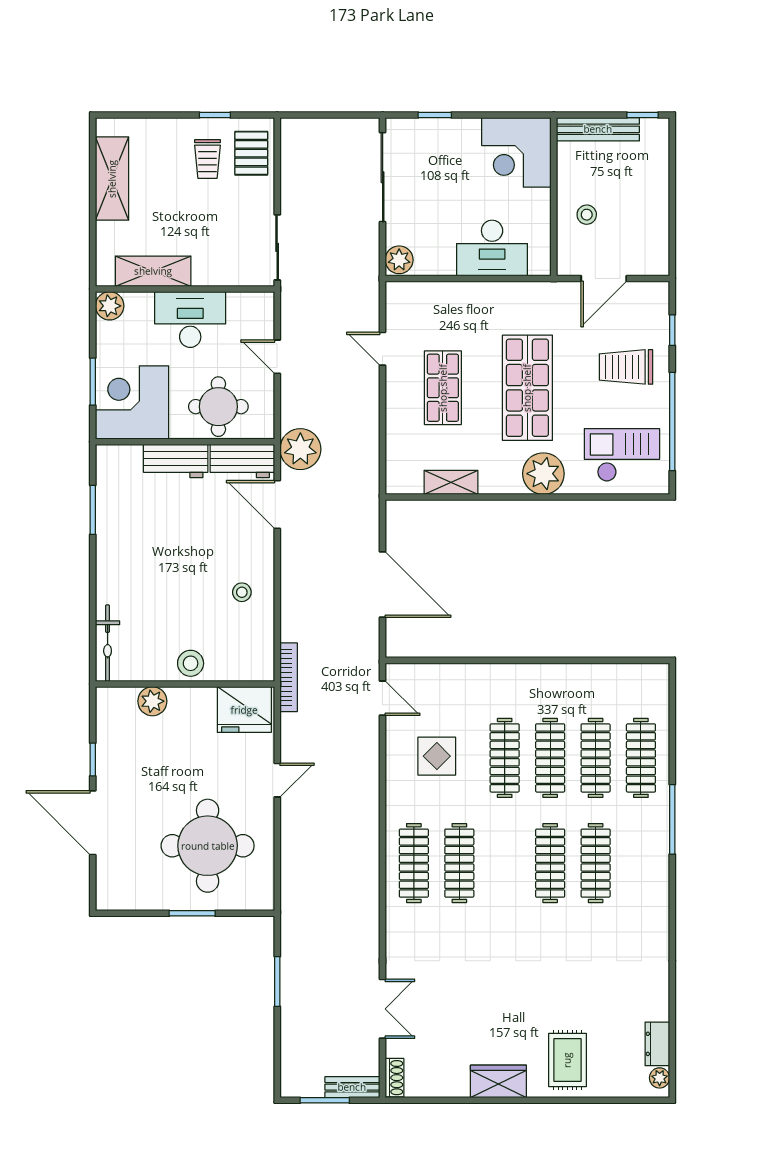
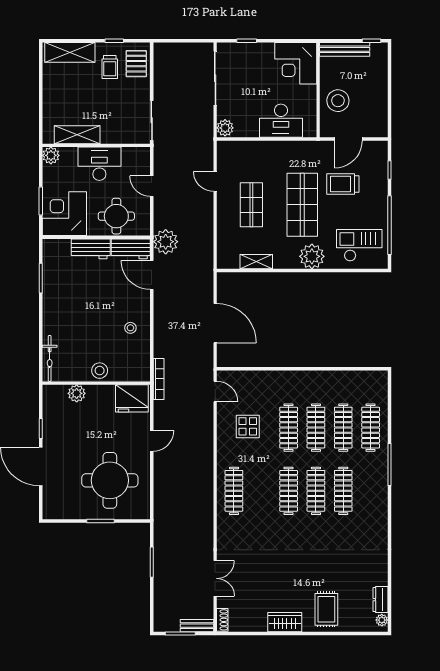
shelving: (112, 179) -> (70, 52), moved, turned 90
stool: (587, 215) -> (338, 101), width x1.89, depth x1.89
trolley: (626, 367) -> (343, 184), moved
clothes rail: (459, 863) -> (289, 491), moved

